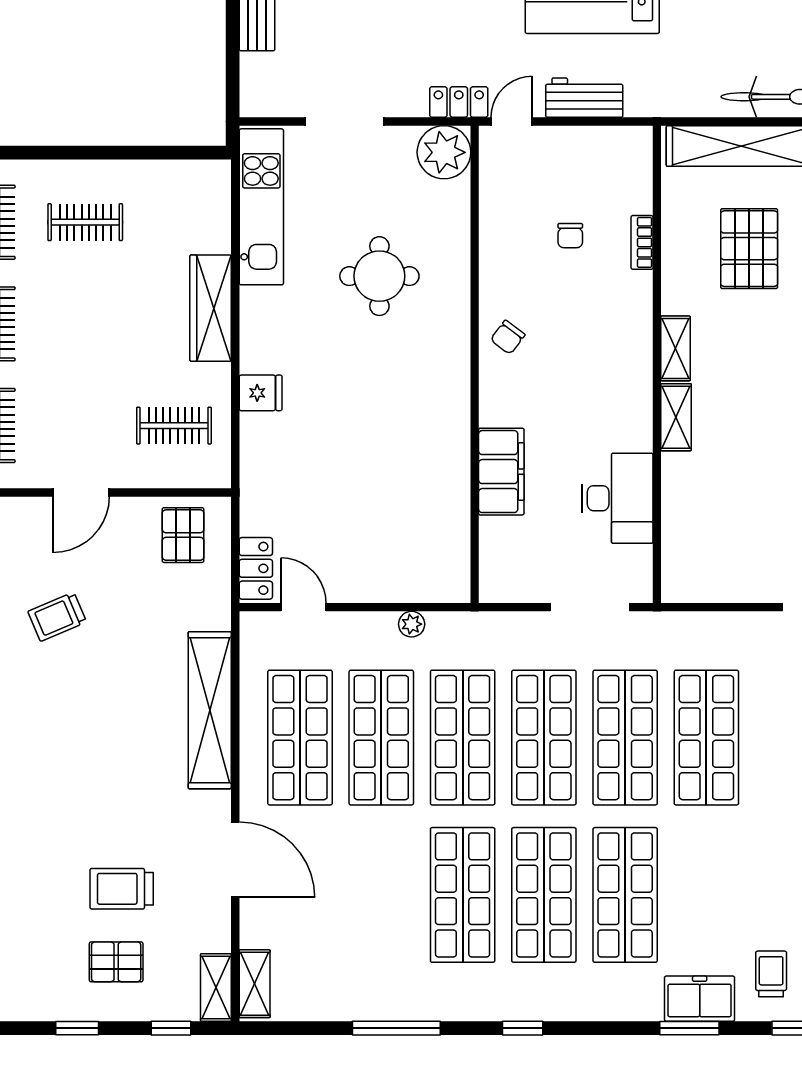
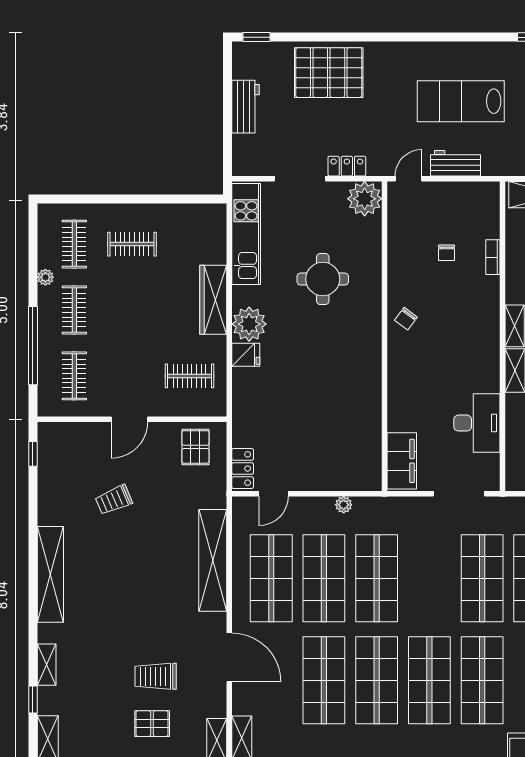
locker: (459, 102) -> (347, 166), moved
plant: (266, 346) -> (249, 324), added
filing cabinet: (501, 472) -> (402, 461), moved
door: (303, 607) -> (273, 494), swing flipped
shop shelf: (544, 738) -> (324, 680), moved

